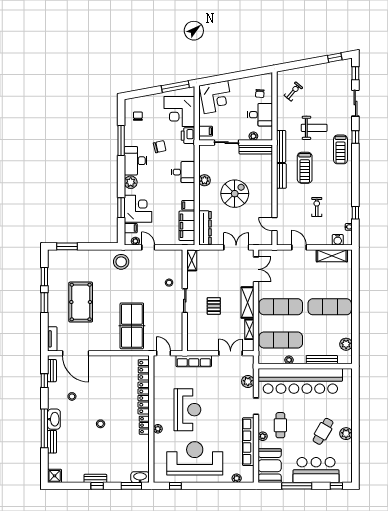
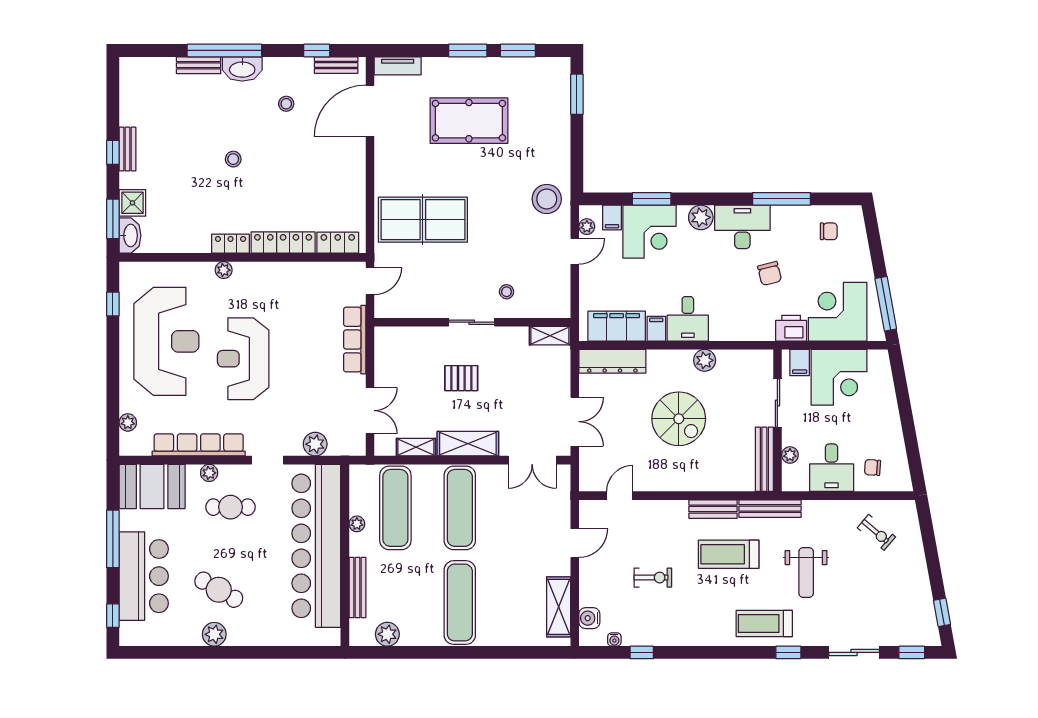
corner desk: (216, 97) -> (839, 377), moved, turned -80
desk: (183, 172) -> (688, 319), moved
reception desk: (187, 410) -> (243, 359), moved, turned 90
shower: (55, 476) -> (132, 203), moved

